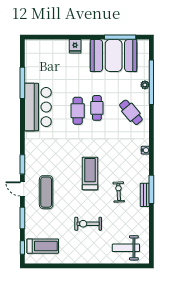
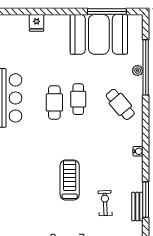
fridge: (75, 46) -> (37, 23), moved
exercise mat: (46, 192) -> (15, 203), removed

